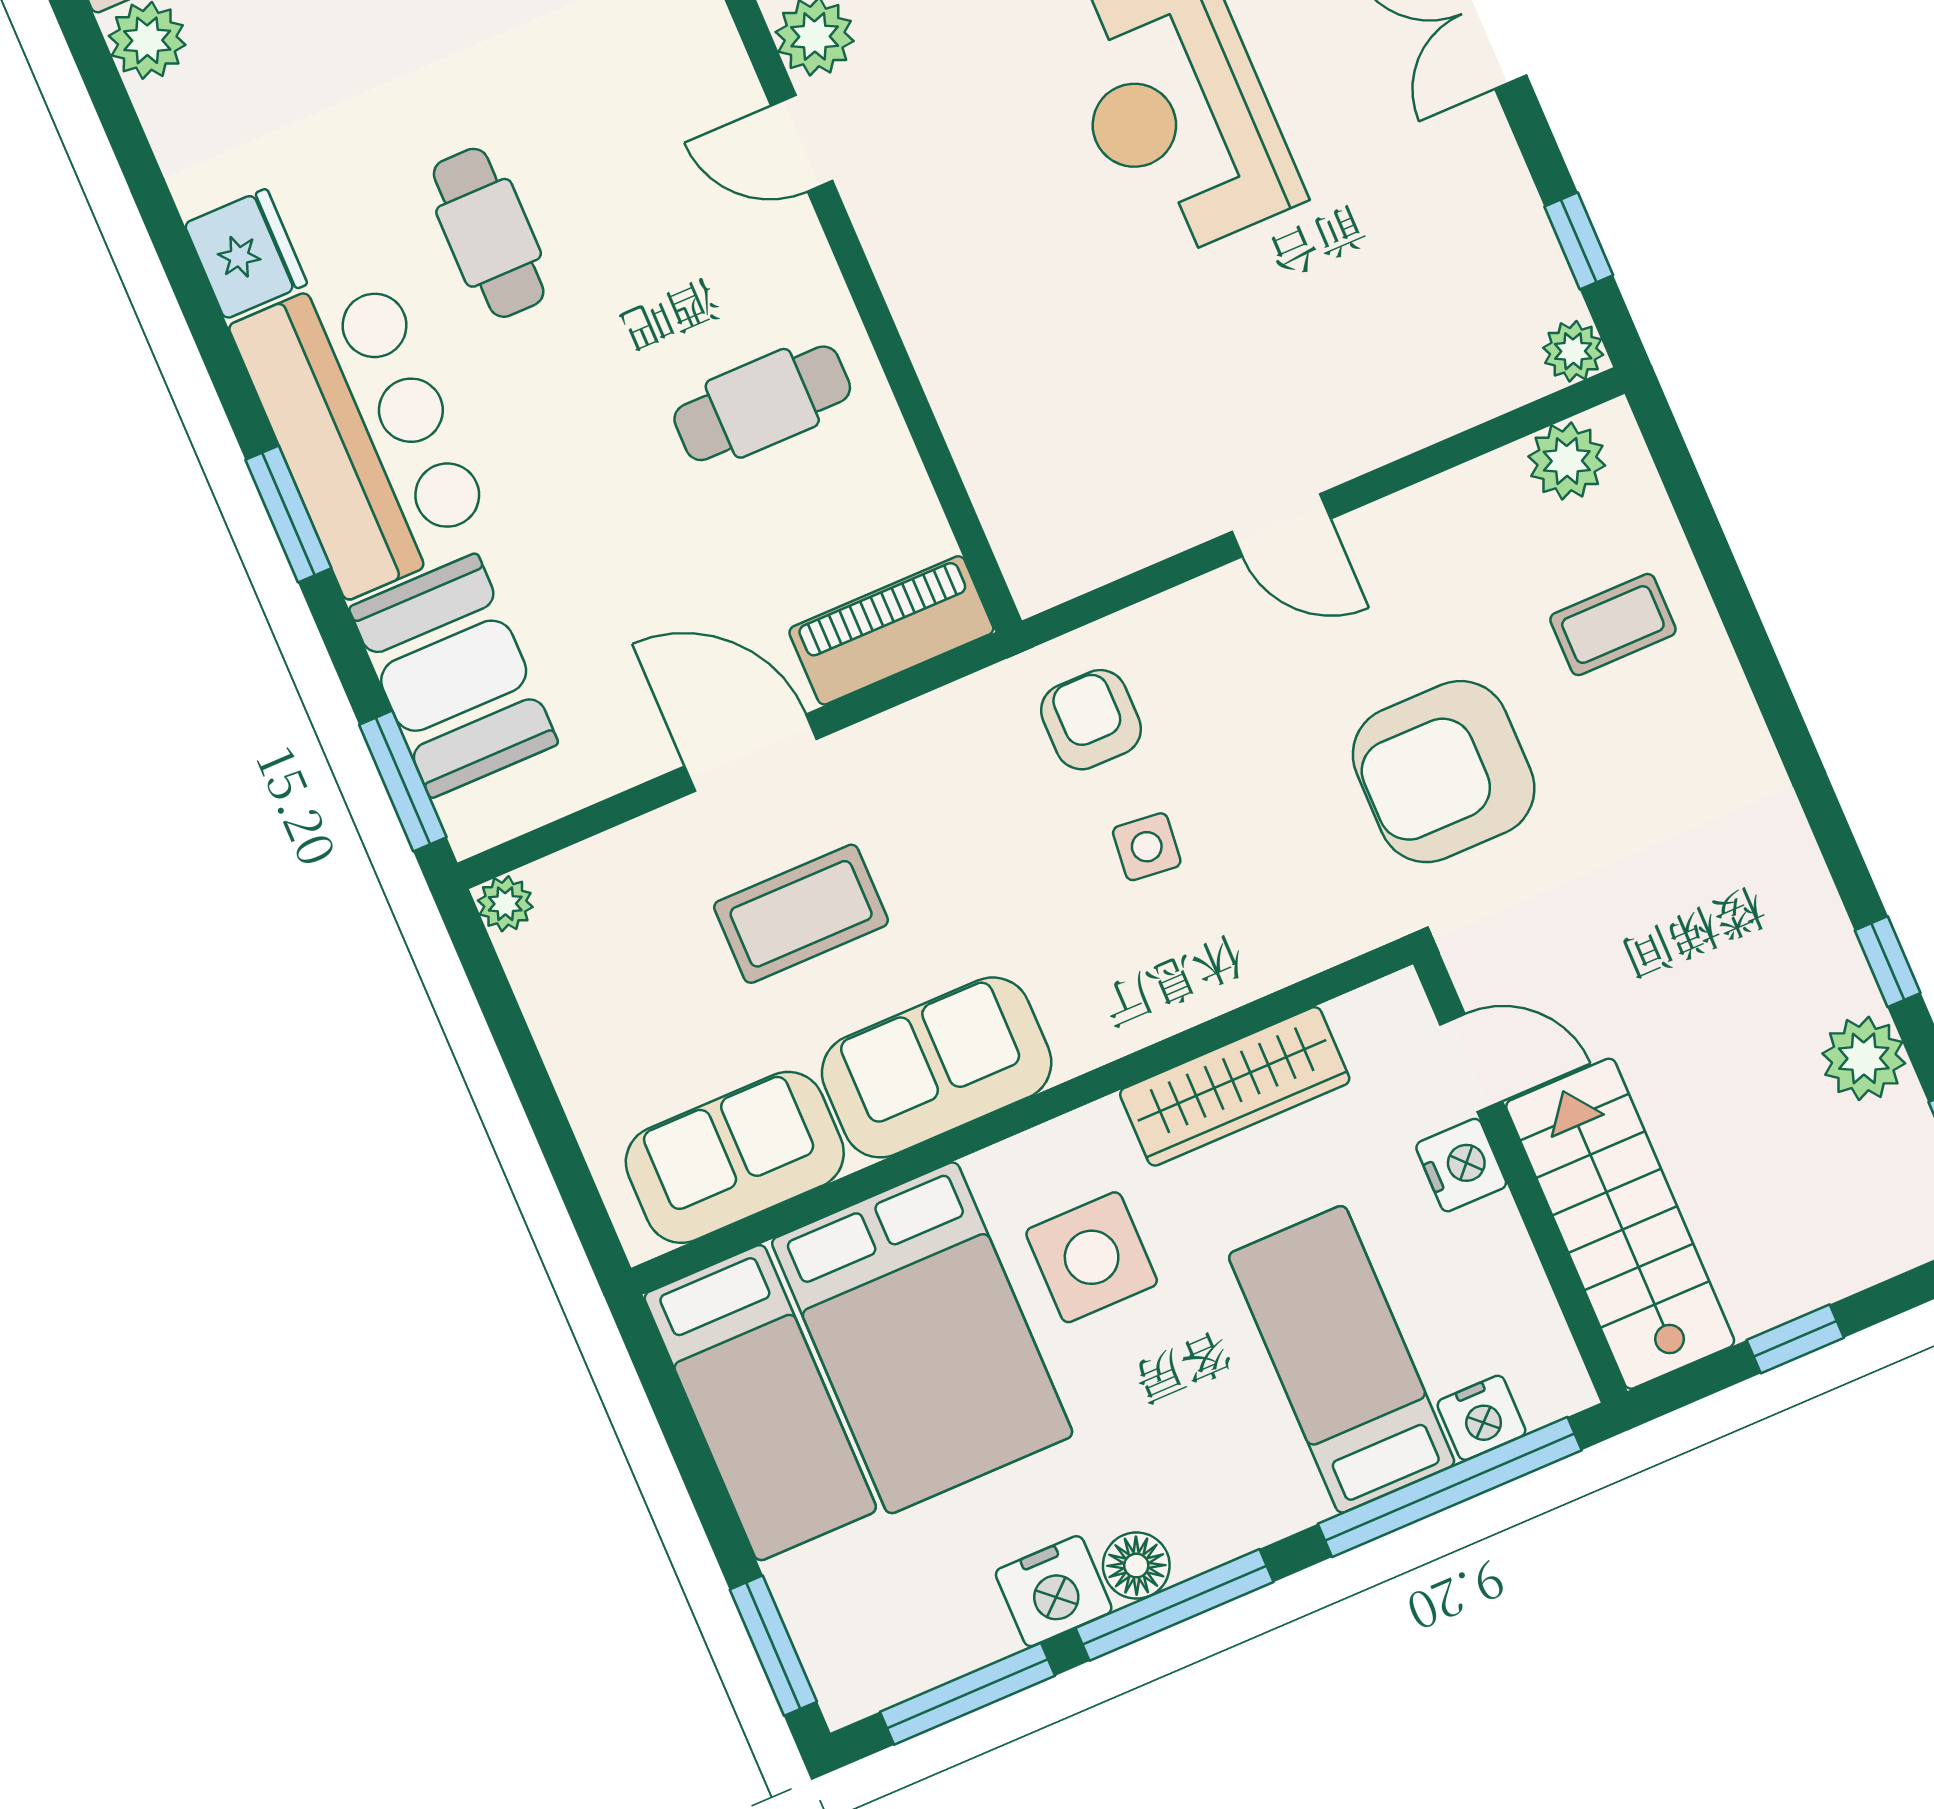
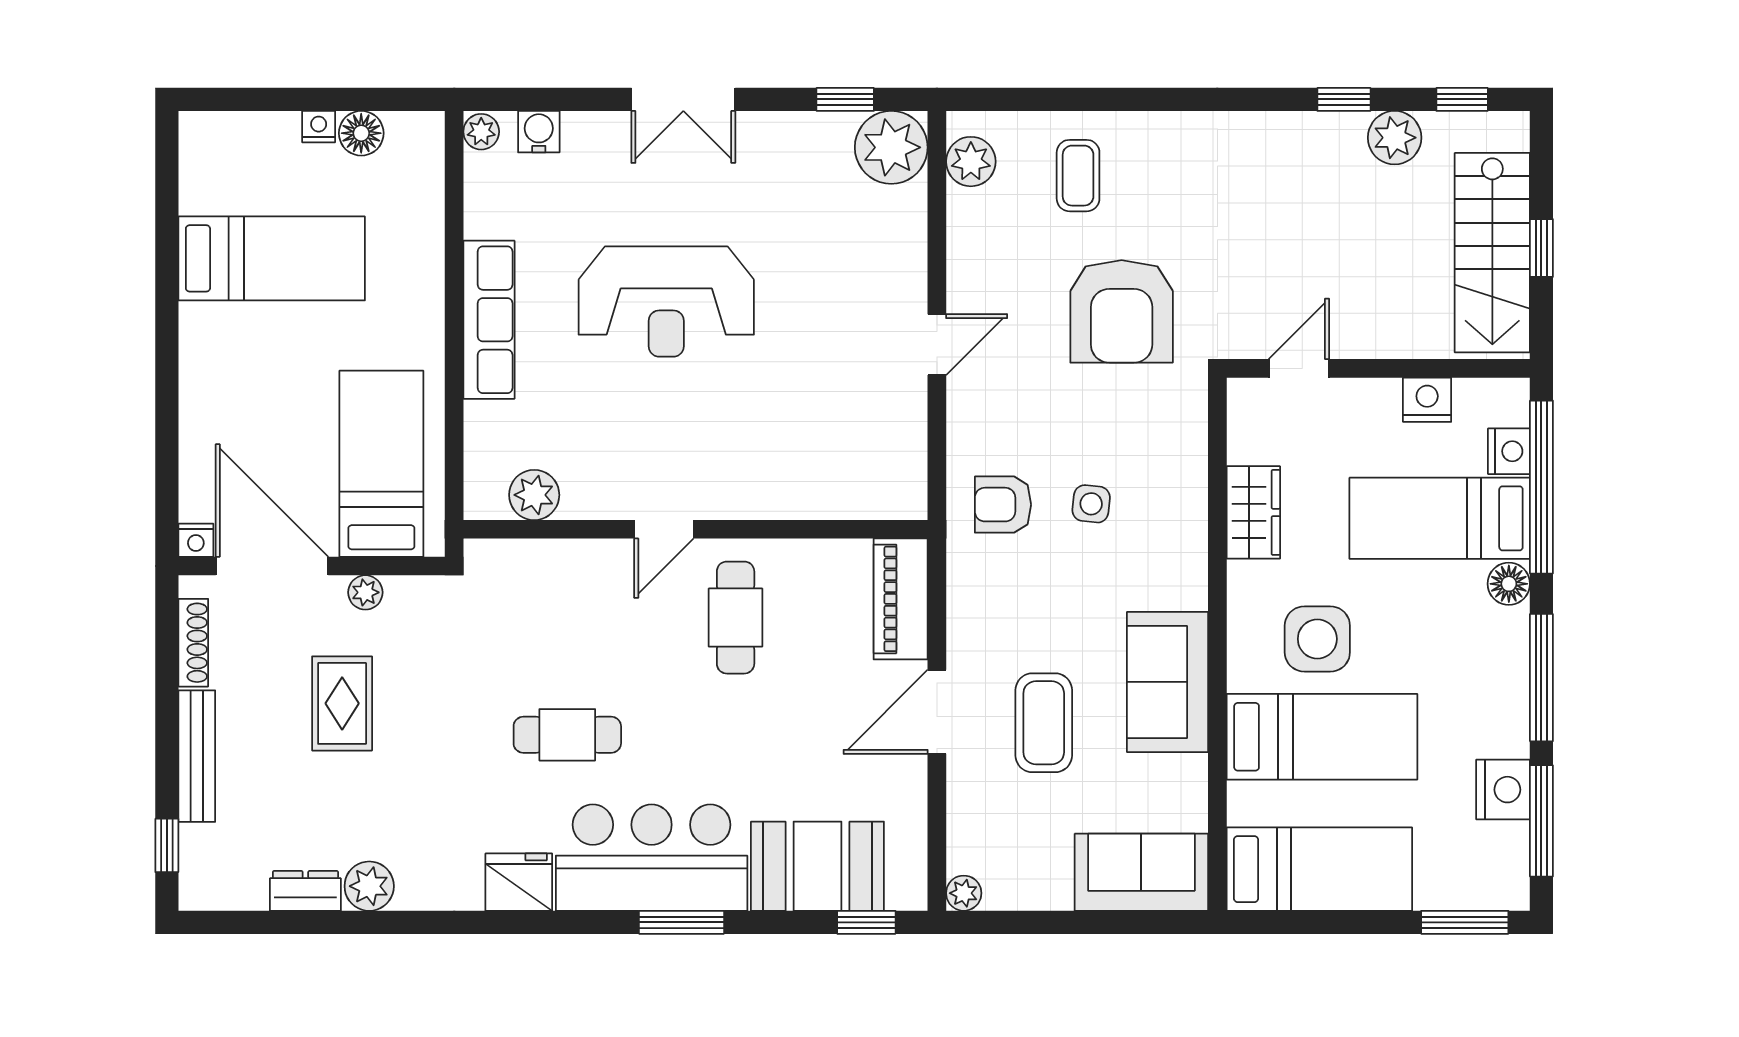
door: (802, 143) -> (664, 529), moved
plant: (1573, 351) -> (891, 147), width x1.87, depth x1.87
window: (403, 781) -> (866, 922), width x0.67
wardrobe: (1235, 1086) -> (1253, 512), width x0.67
sofa: (735, 1157) -> (1141, 872), moved, turned 90
nightstand: (1461, 1165) -> (1427, 400), moved
stairs: (1620, 1224) -> (1492, 253), moved, turned -90
bed: (922, 1338) -> (1322, 737), width x0.67
floor lamp: (1136, 1566) -> (1509, 584), moved
nightstand: (1054, 1591) -> (1503, 790), moved

